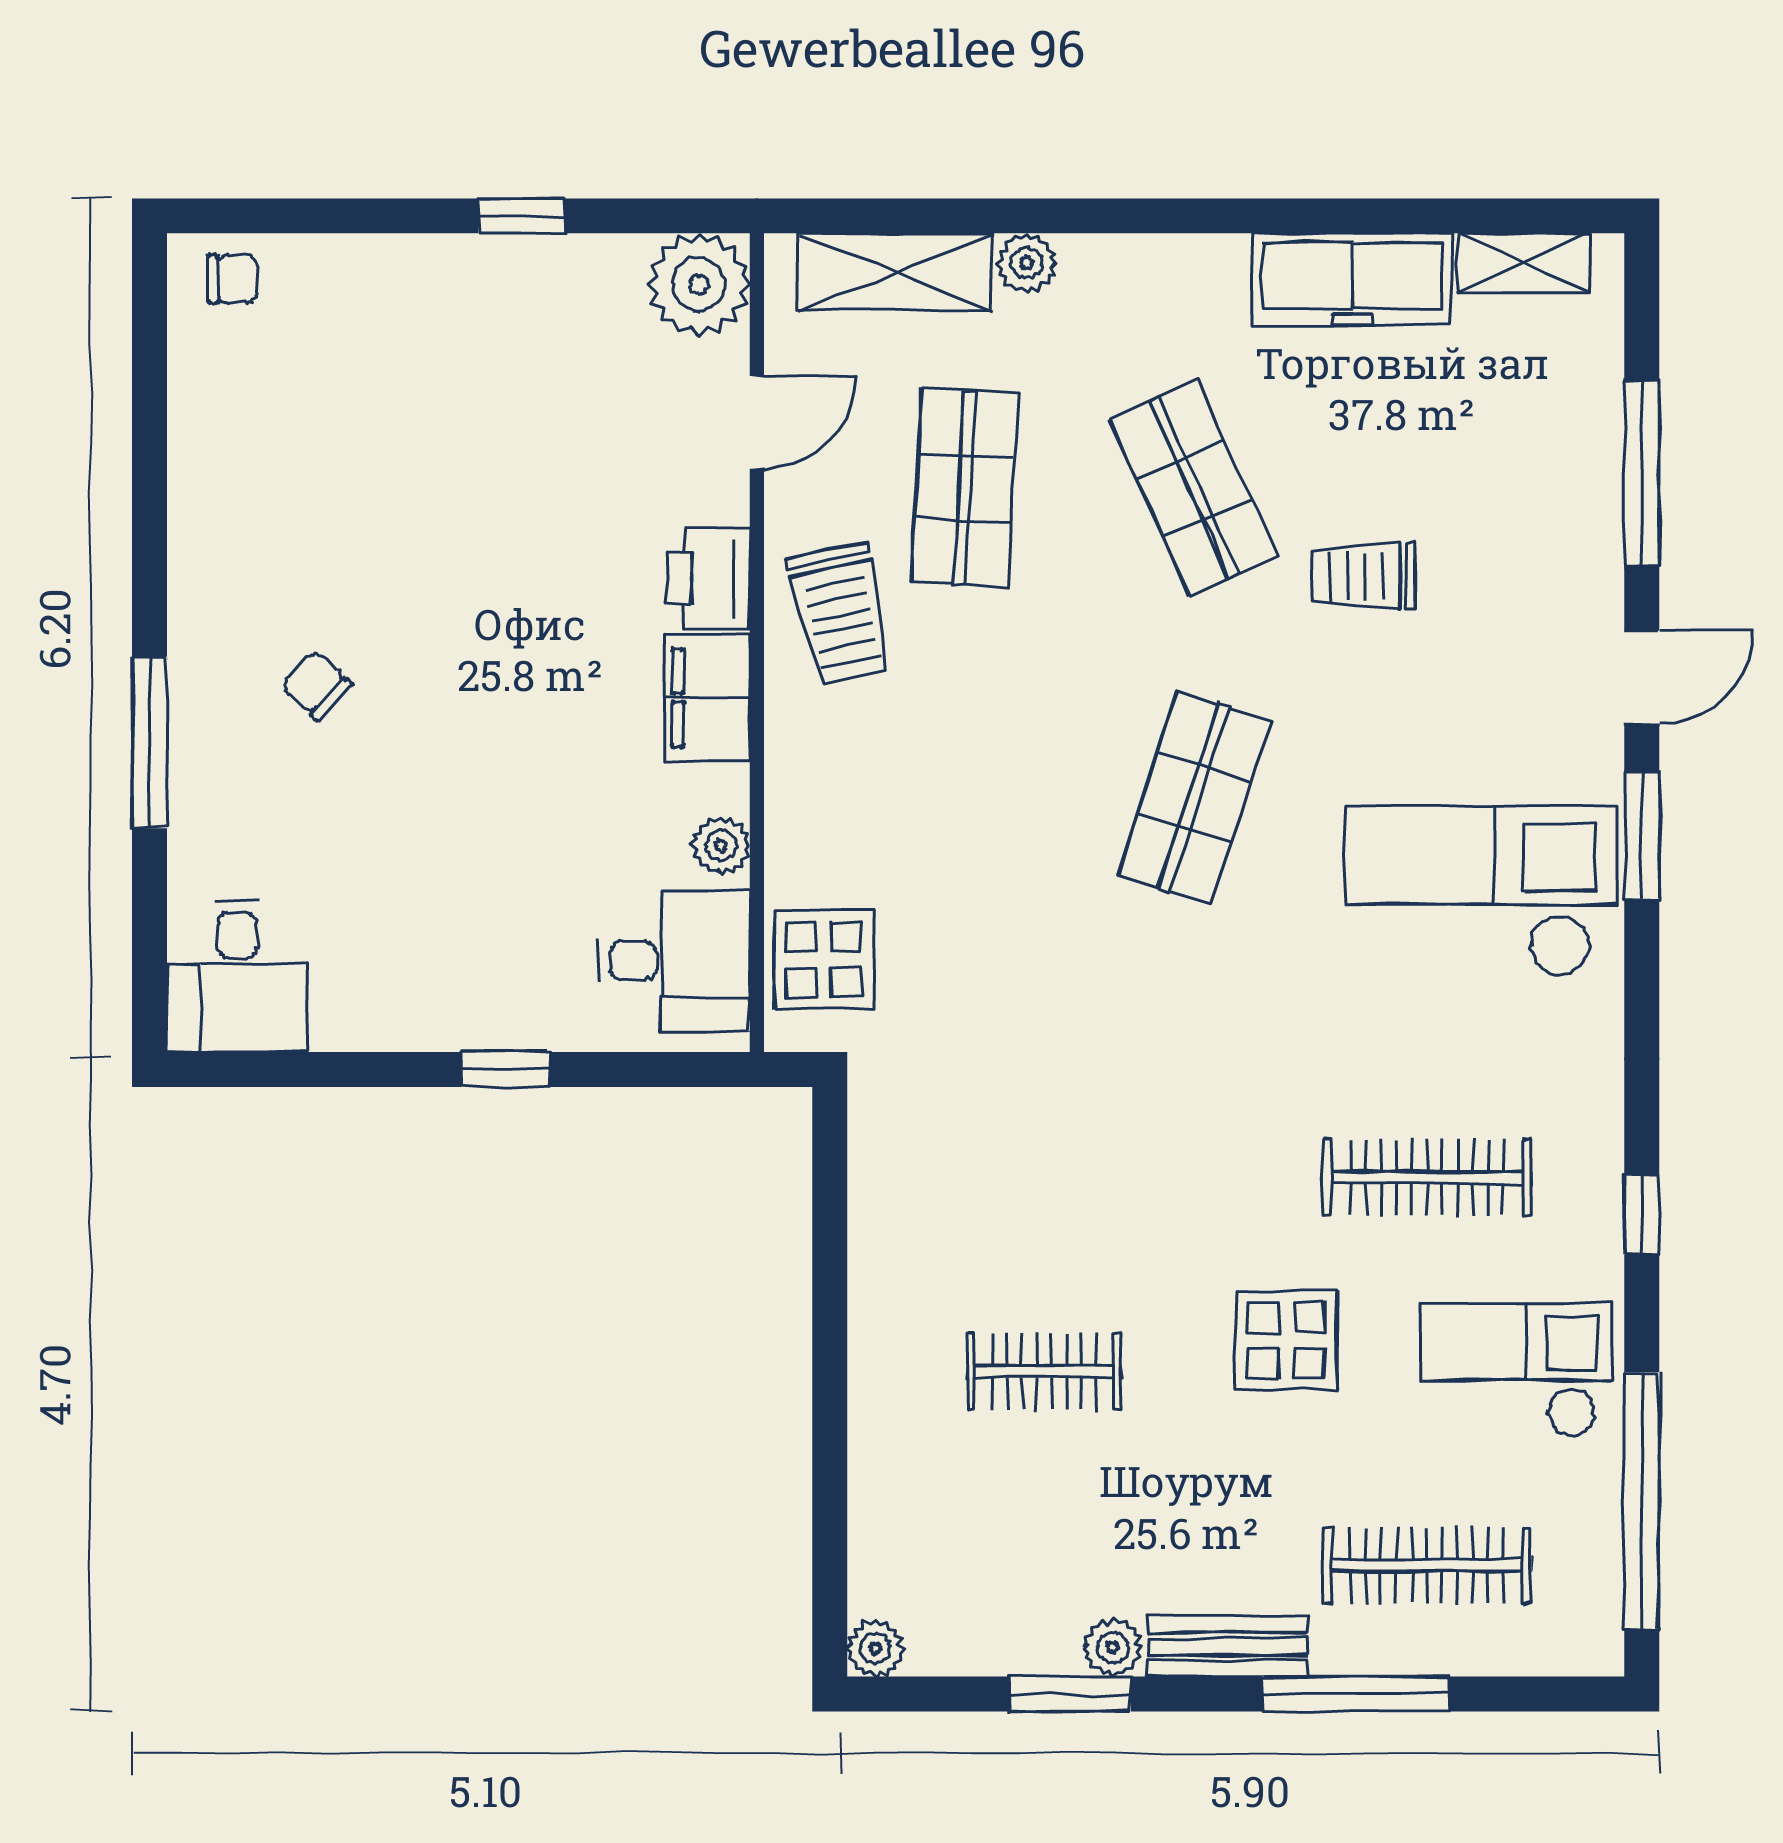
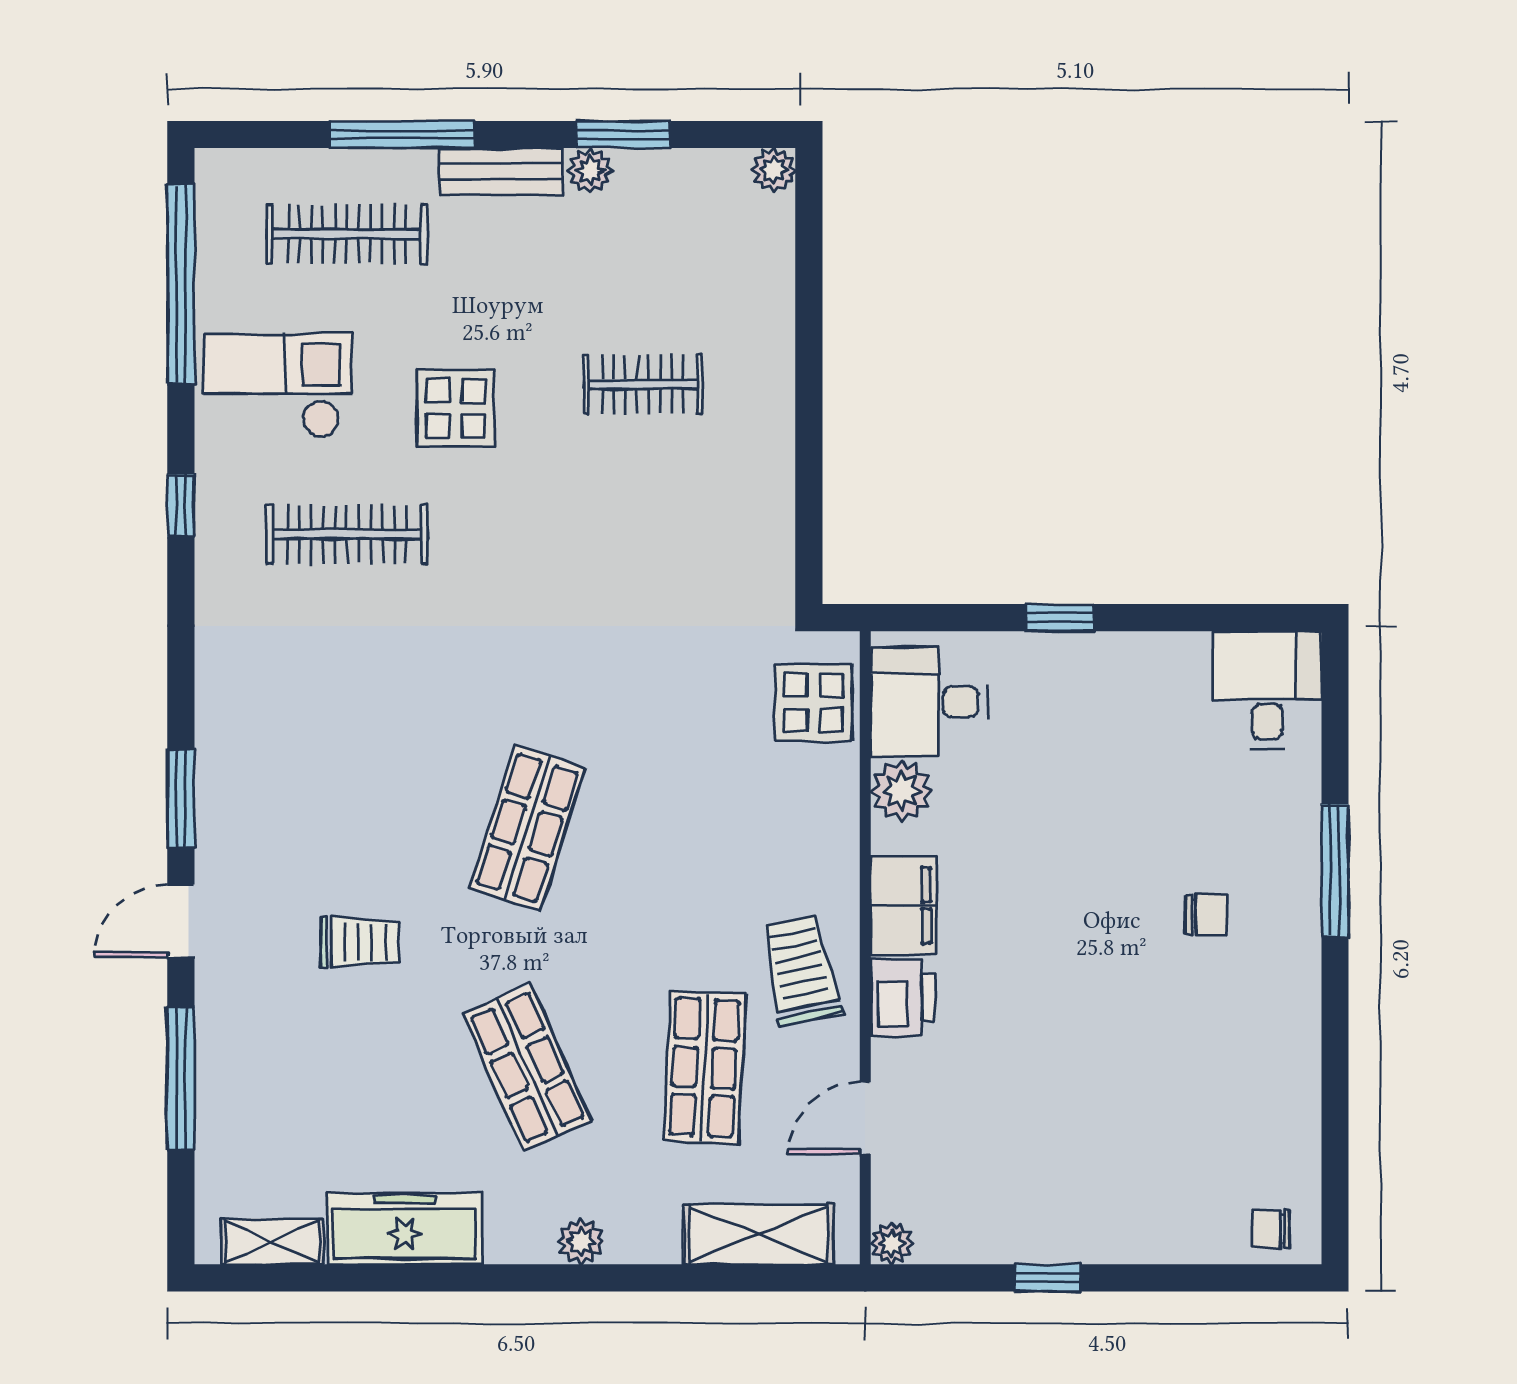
plant: (1027, 263) -> (581, 1242), moved
plant: (699, 284) -> (892, 1243), width x0.53, depth x0.53
trolley: (1363, 576) -> (360, 942), moved
chair: (316, 685) -> (1206, 915), turned -43
plant: (721, 845) -> (901, 791), width x1.38, depth x1.38
checkout: (1481, 891) -> (305, 756), removed
checkout: (1516, 1370) -> (278, 385), turned 180

